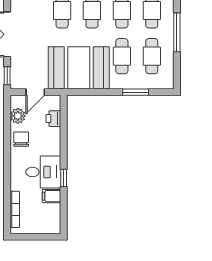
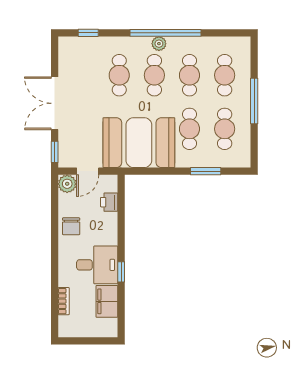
plant: (18, 116) -> (67, 184), moved
chair: (21, 139) -> (71, 226), turned 180
filing cabinet: (52, 196) -> (107, 301), width x2.00
bookcase: (15, 209) -> (64, 301), width x0.64

